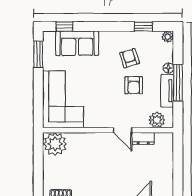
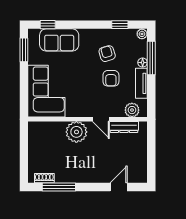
window: (178, 83) -> (151, 58), moved
dresser: (143, 138) -> (124, 127), width x1.44
plant: (55, 144) -> (76, 132), moved

